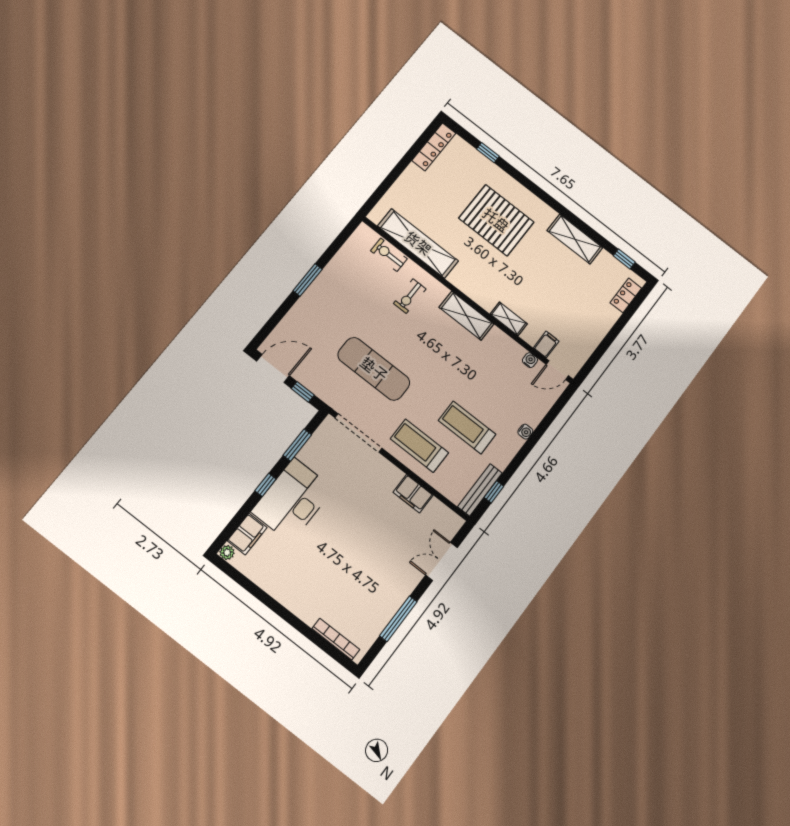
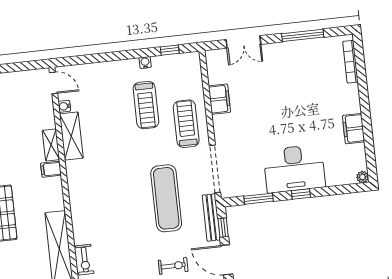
exercise bike: (410, 296) -> (173, 266), moved
shelving: (466, 316) -> (71, 136), moved
filing cabinet: (546, 344) -> (51, 169), moved
water cooler: (525, 432) -> (145, 62), moved
treadmill: (419, 446) -> (186, 124), turned 180
bench: (480, 490) -> (211, 218), moved, turned 90
filing cabinet: (247, 534) -> (354, 129), moved, turned -90

